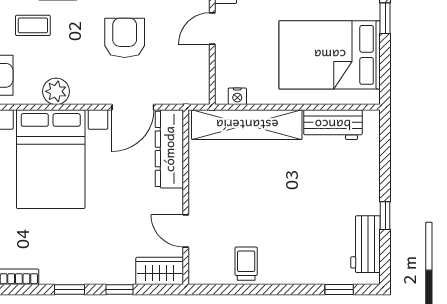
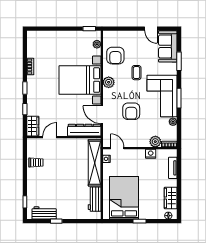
door: (212, 29) -> (117, 148), moved
armchair: (125, 38) -> (131, 111), turned 90

